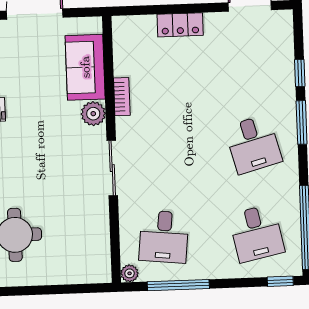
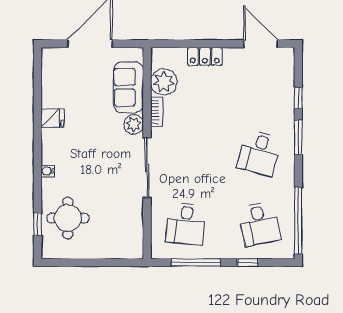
desk: (253, 144) -> (259, 153), turned 30
sliding door: (112, 168) -> (147, 168), width x1.37
plant: (130, 273) -> (164, 82), moved, width x1.88, depth x1.88
window: (280, 281) -> (248, 263), moved

